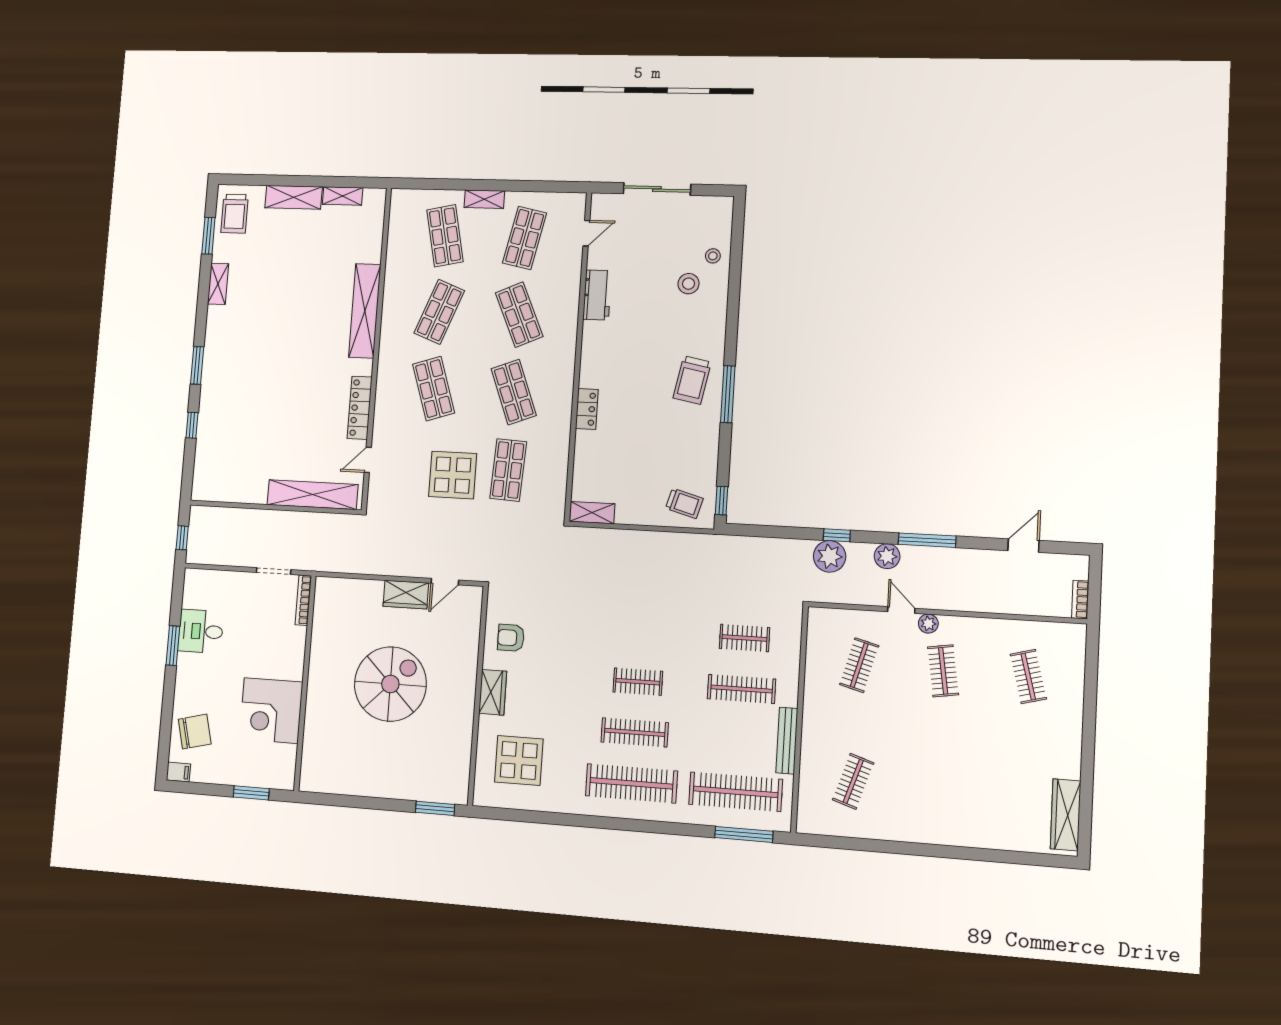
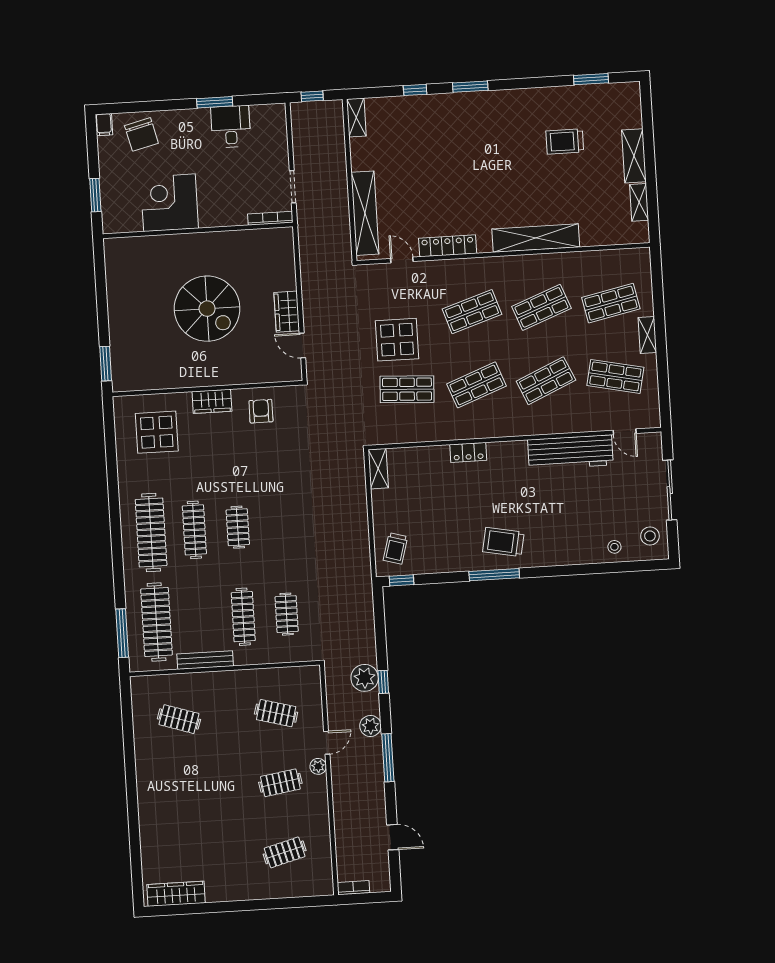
trolley: (235, 214) -> (565, 141), moved
shelving: (218, 284) -> (356, 118), moved, turned 90
stool: (689, 284) -> (650, 536), moved
workbench: (597, 295) -> (570, 452), width x1.88, depth x1.32
shop shelf: (439, 312) -> (541, 307), turned -42

